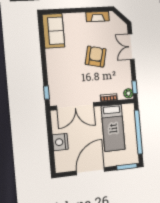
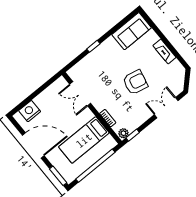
fireplace: (98, 16) -> (164, 52), moved
window: (46, 93) -> (93, 46), moved
double door: (75, 106) -> (80, 94), width x0.73
nightstand: (60, 142) -> (30, 111), moved

